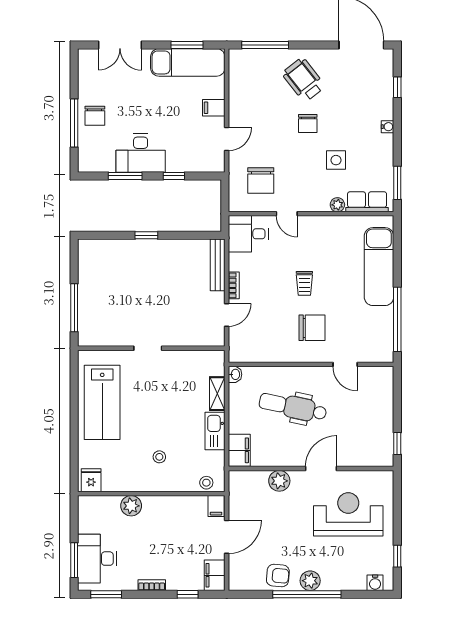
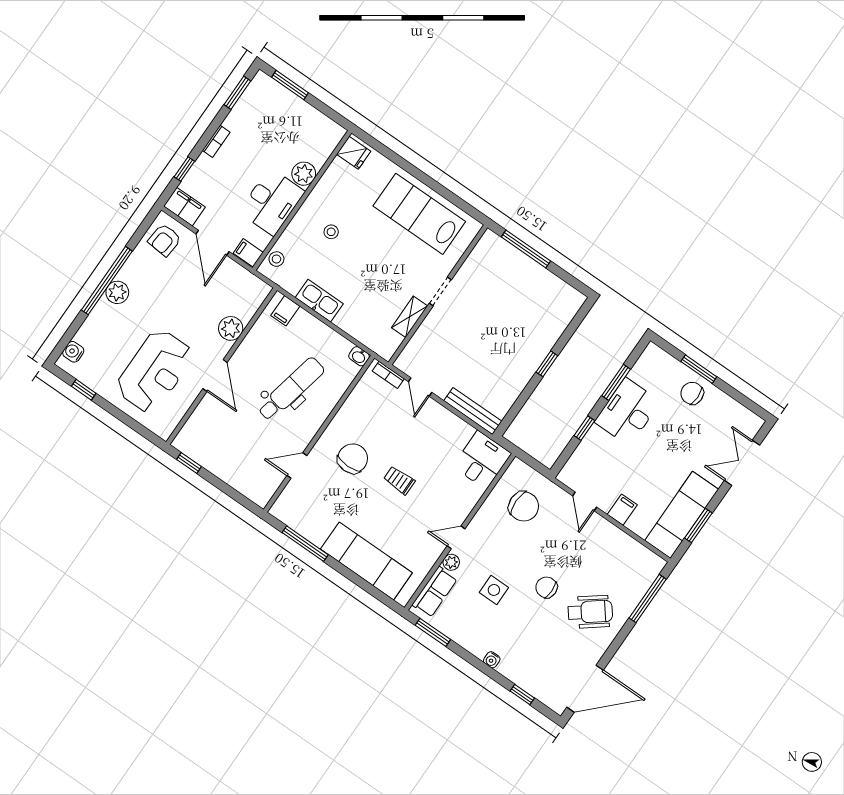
window: (74, 123) -> (699, 369), width x0.69
chair: (261, 181) -> (524, 506), turned 180
door: (287, 214) -> (456, 537), moved
bookcase: (234, 285) -> (388, 375), moved
window: (397, 319) -> (305, 544), width x0.68
chair: (312, 328) -> (353, 459), turned 180
shelving: (217, 394) -> (410, 317), moved, turned 90
filing cabinet: (239, 450) -> (285, 311), width x0.50
desk: (97, 559) -> (272, 202), moved, turned 90
armchair: (278, 576) -> (165, 240), moved

